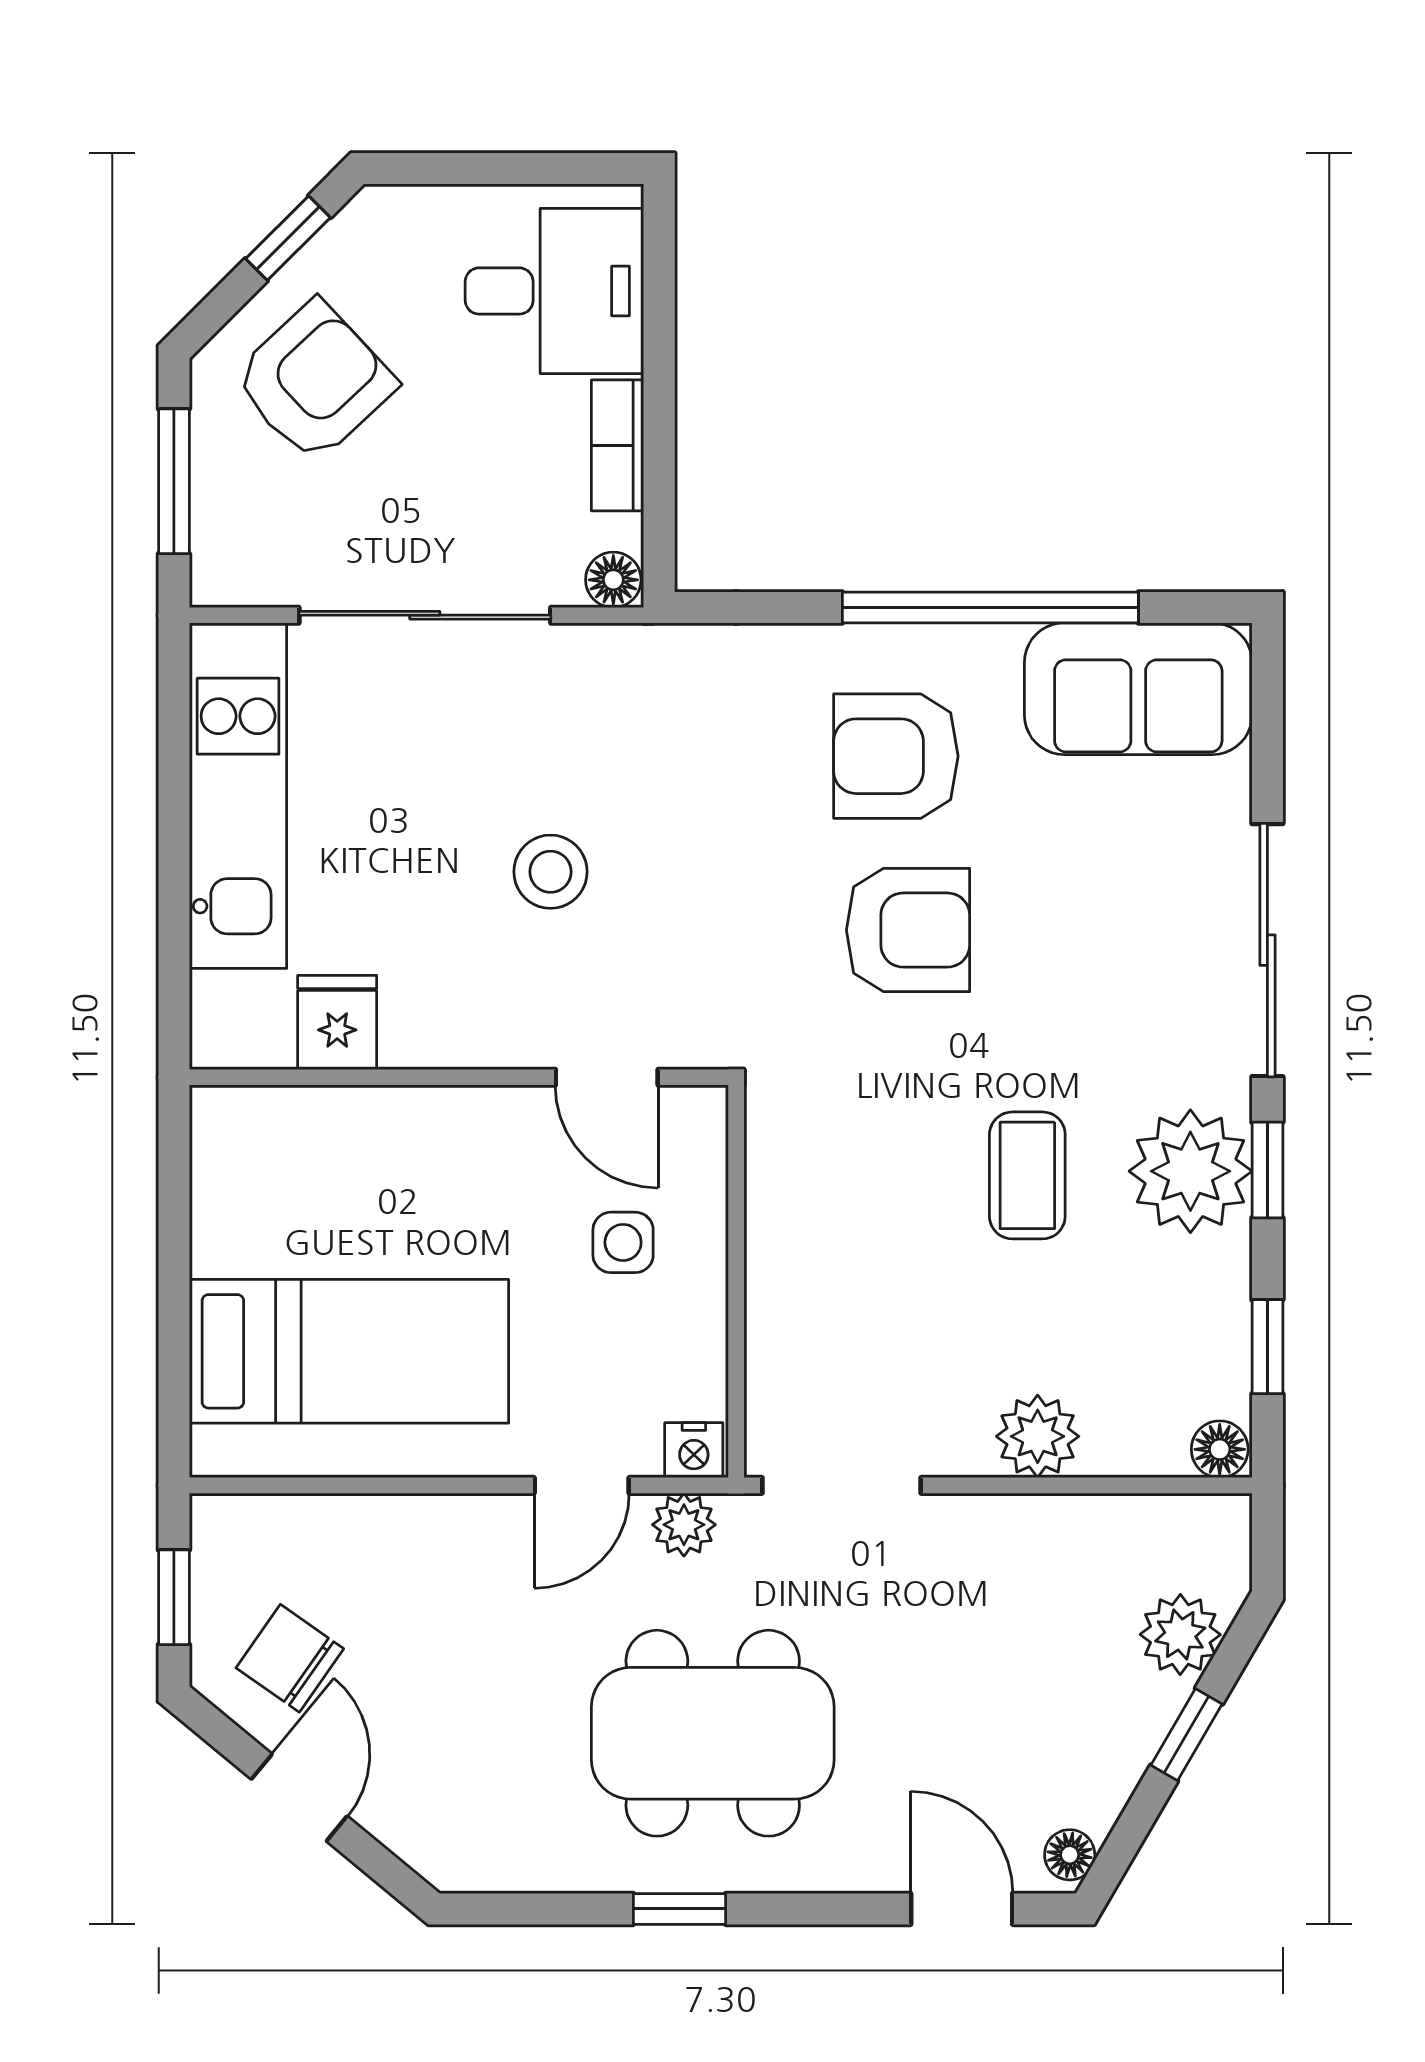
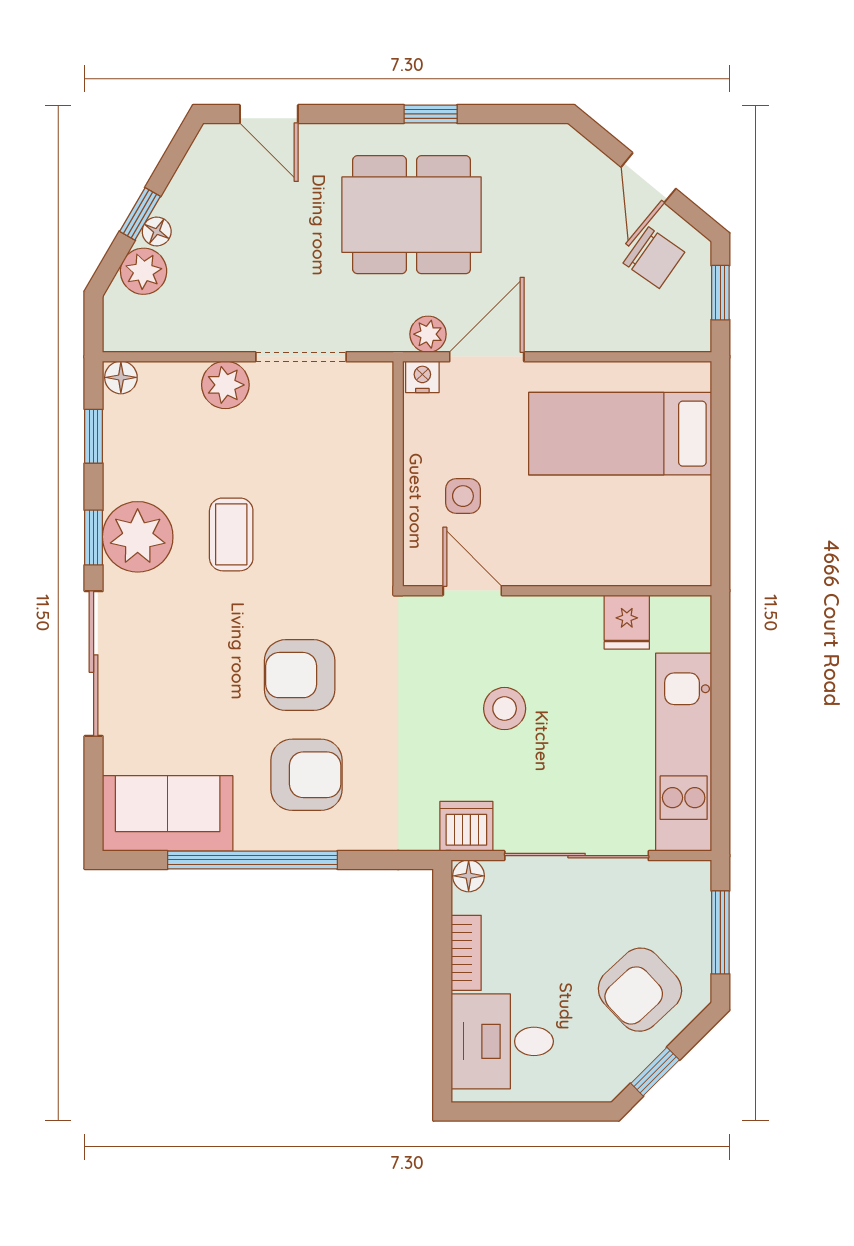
dishwasher: (617, 666) -> (466, 826), added
door: (582, 1485) -> (487, 357), width x1.38
doorway: (841, 1485) -> (301, 357), moved
floor lamp: (1070, 1855) -> (157, 231), moved

